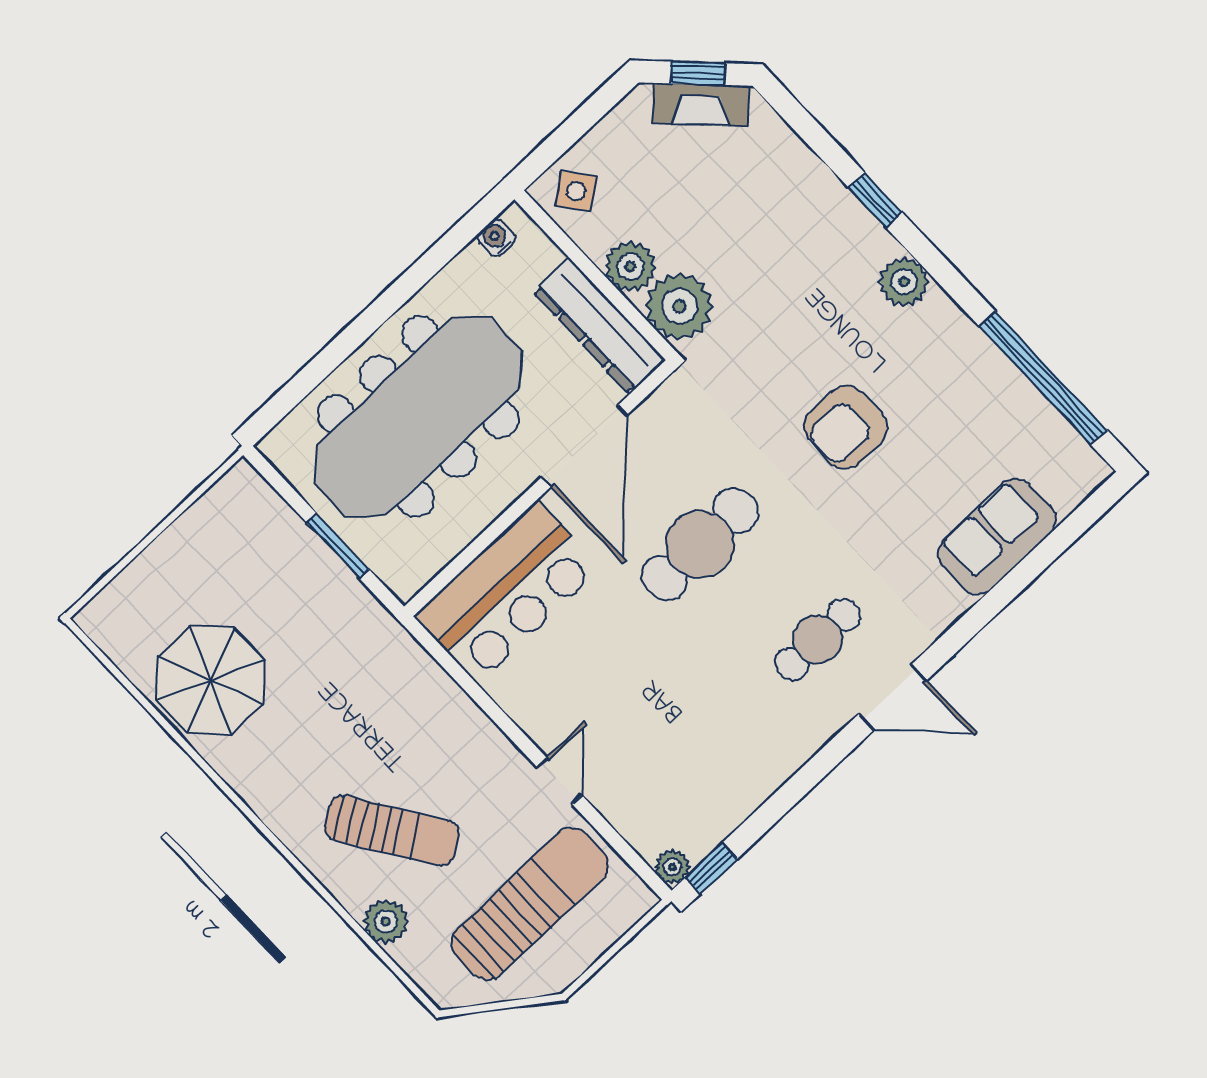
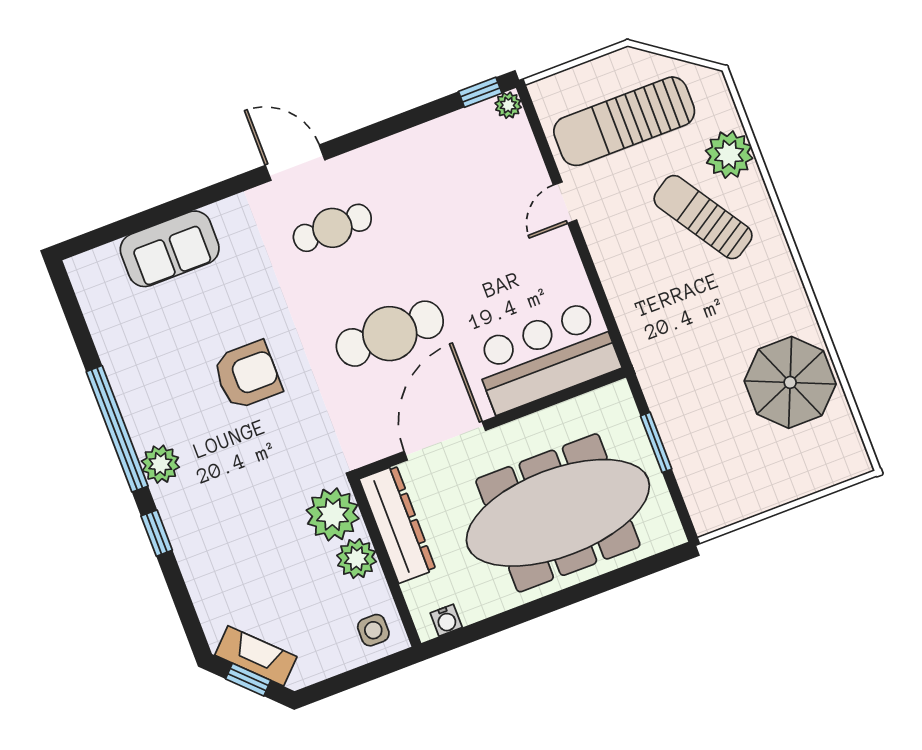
side table: (576, 191) -> (373, 630), turned 38
window: (1043, 378) -> (117, 429), moved
plant: (386, 921) -> (729, 155), width x1.36, depth x1.36

